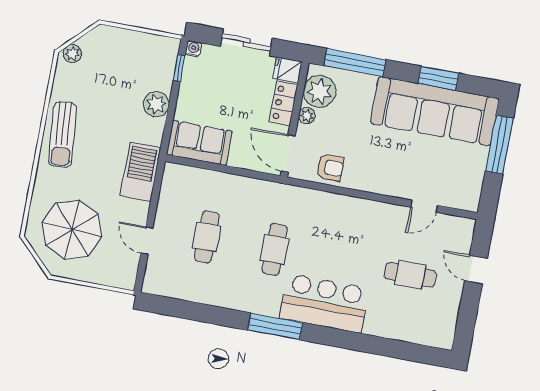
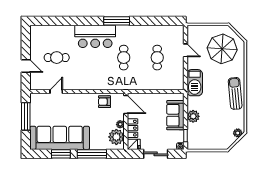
window: (355, 63) -> (92, 154), moved
sofa: (199, 143) -> (175, 115), moved, turned 90
window: (499, 145) -> (26, 116), moved

